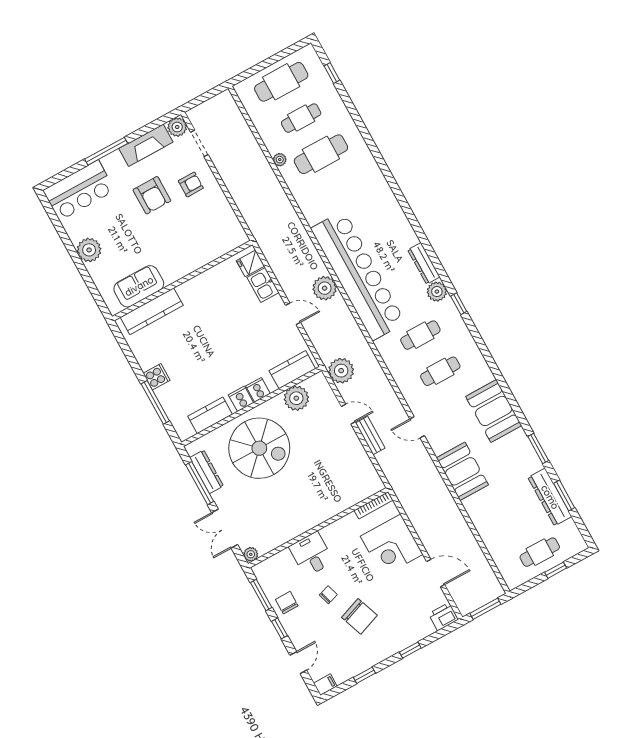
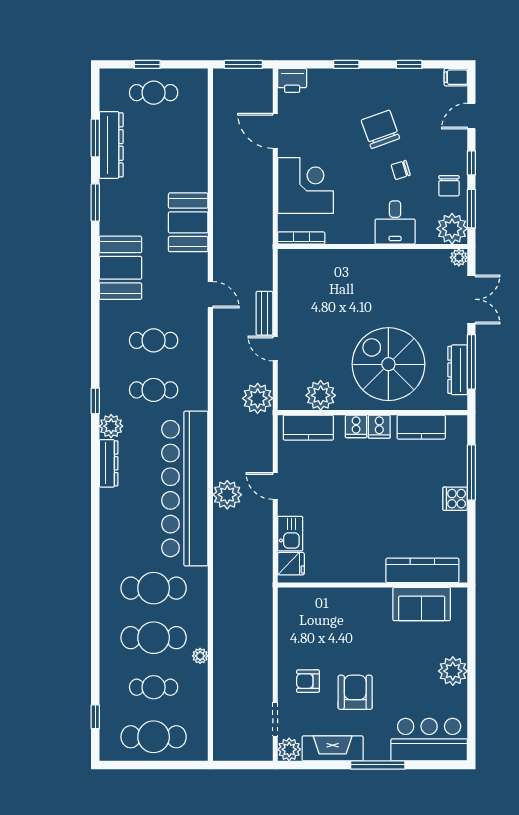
cafe table: (341, 190) -> (154, 588), added
plant: (267, 573) -> (452, 229), added

